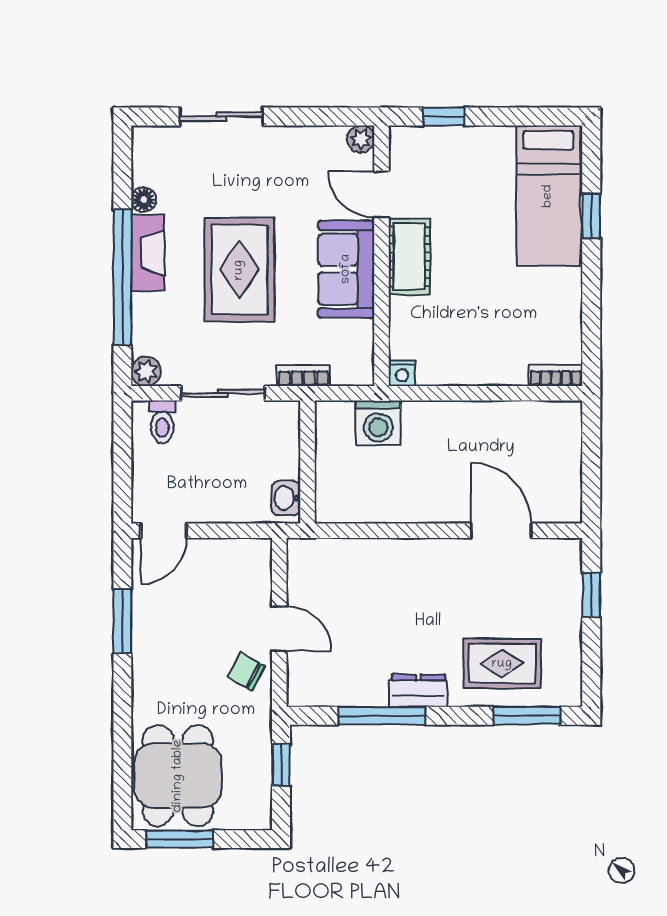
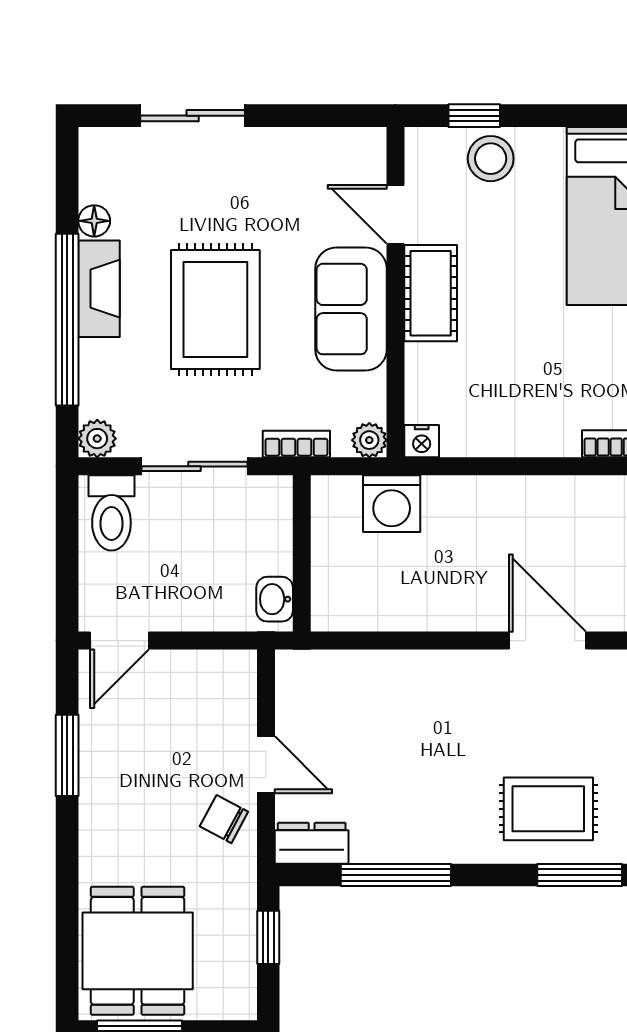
plant: (361, 139) -> (369, 440), moved
stool: (457, 150) -> (491, 159), added
toilet: (162, 422) -> (111, 513), width x1.37, depth x1.39
dresser: (418, 691) -> (312, 843), moved

